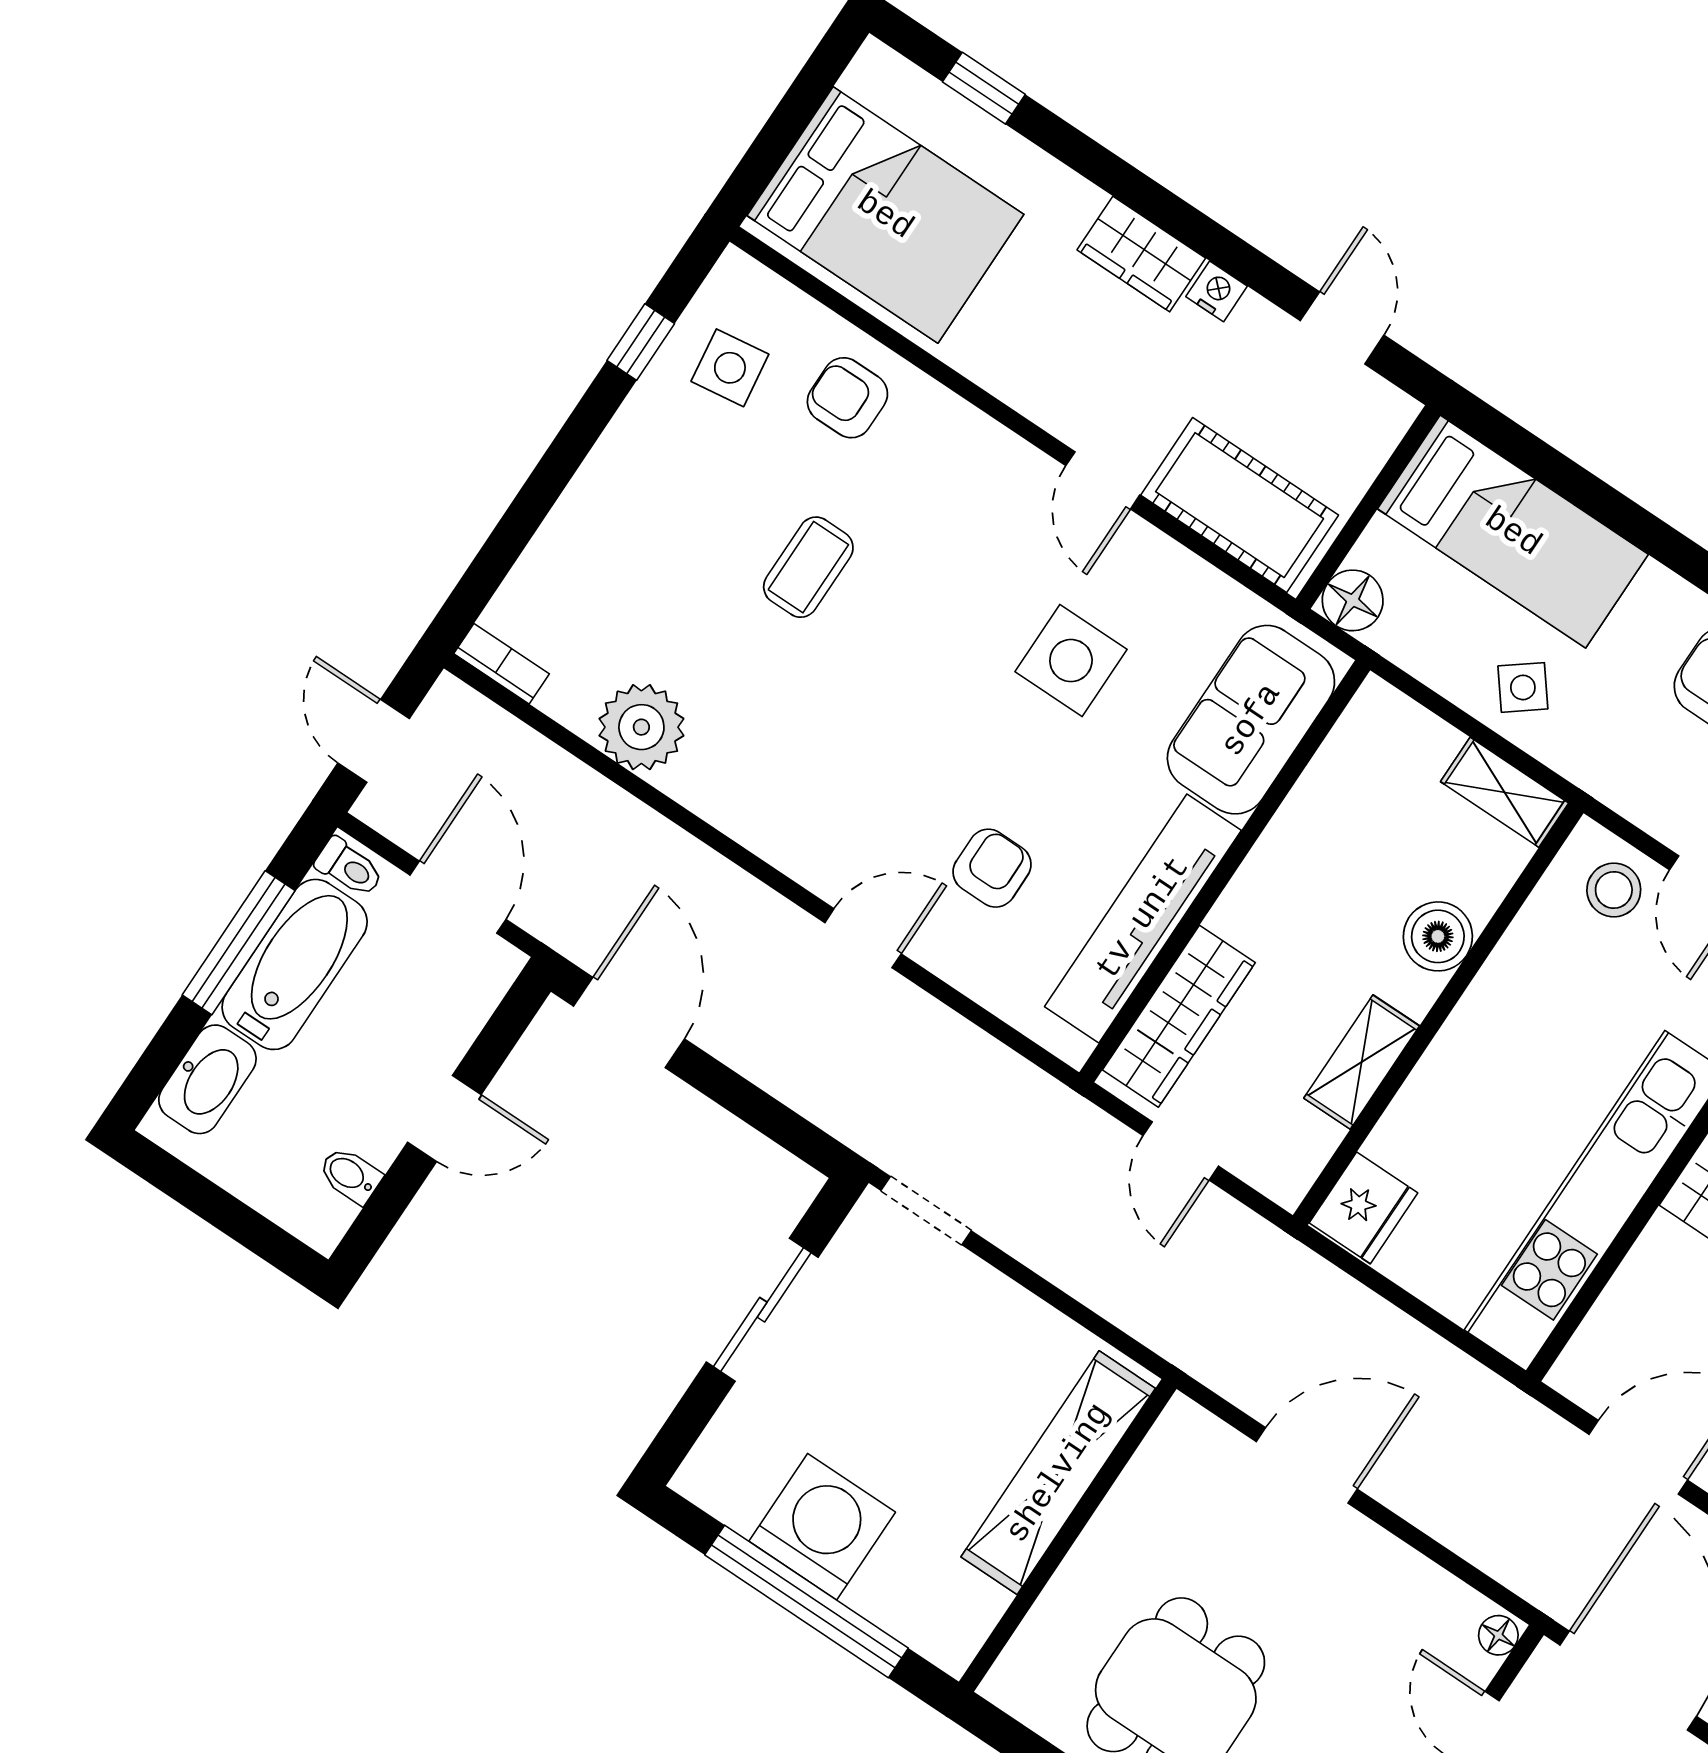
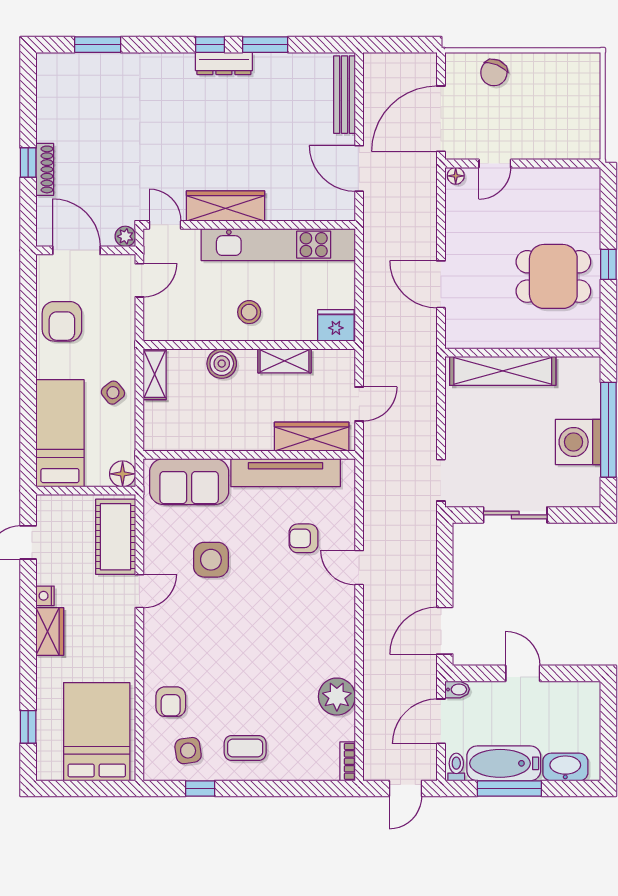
coffee table: (808, 567) -> (245, 748), moved
stool: (1614, 890) -> (249, 312), moved
bidet: (350, 1175) -> (457, 689), moved, turned -90

